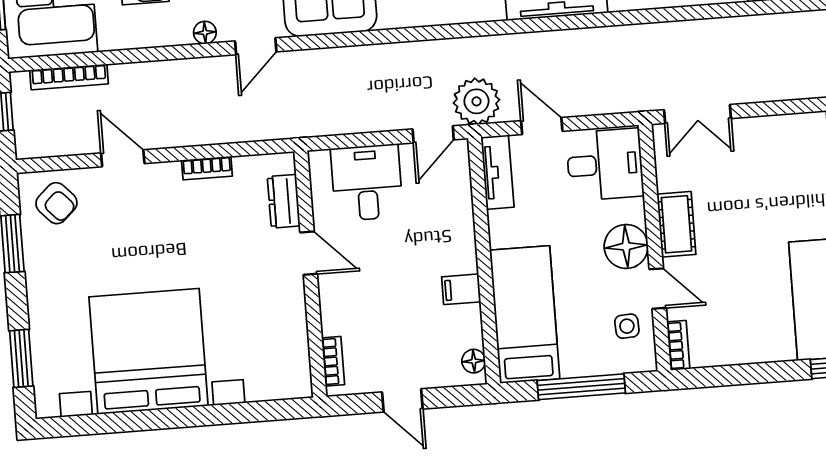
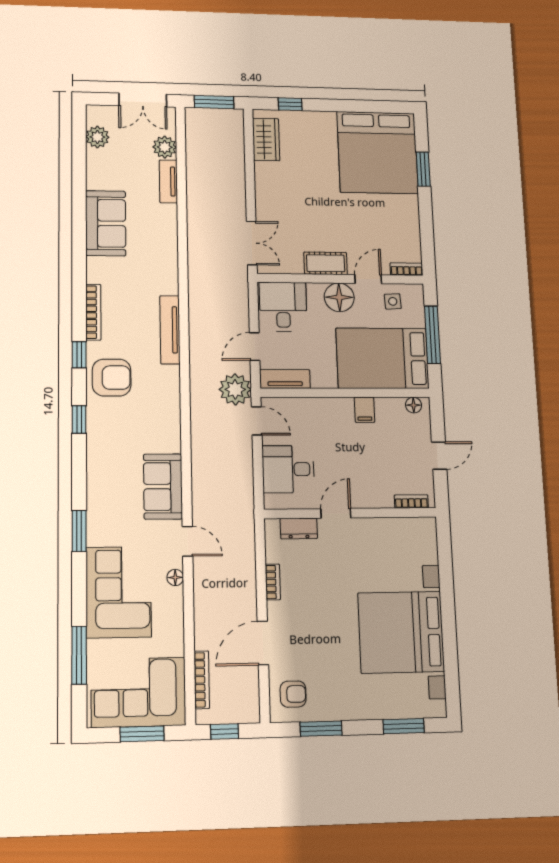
door: (123, 158) -> (263, 643), width x1.38
armchair: (56, 203) -> (293, 694), turned 43
bed: (525, 315) -> (382, 358), width x1.50

